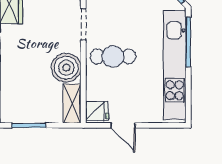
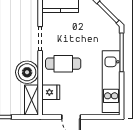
kitchen unit: (175, 65) -> (111, 82), width x0.73
fridge: (97, 111) -> (51, 92), moved

